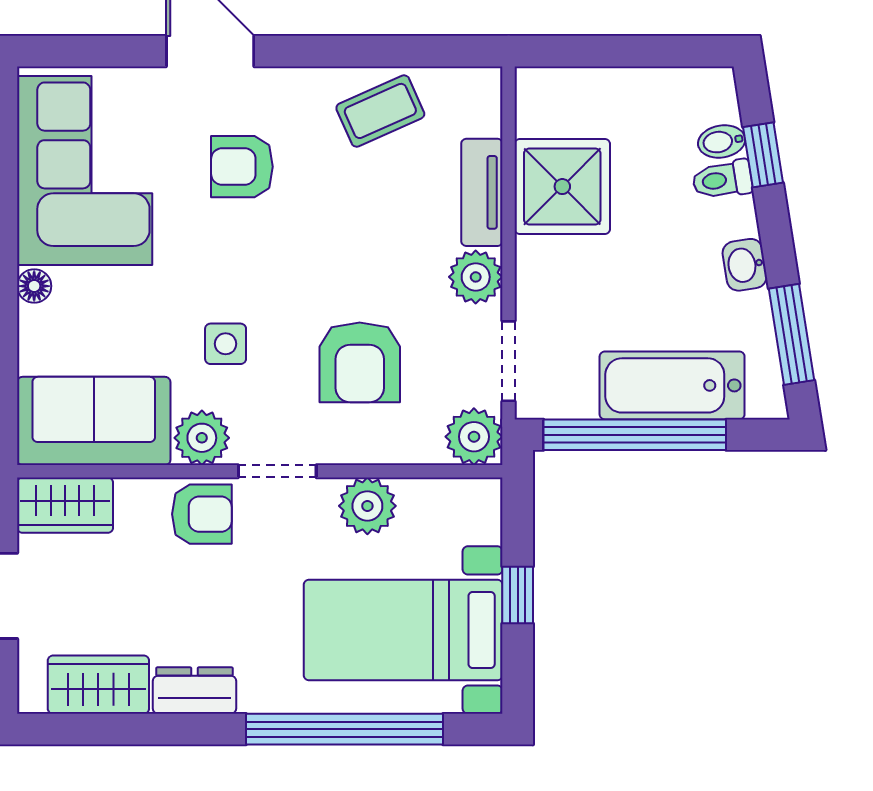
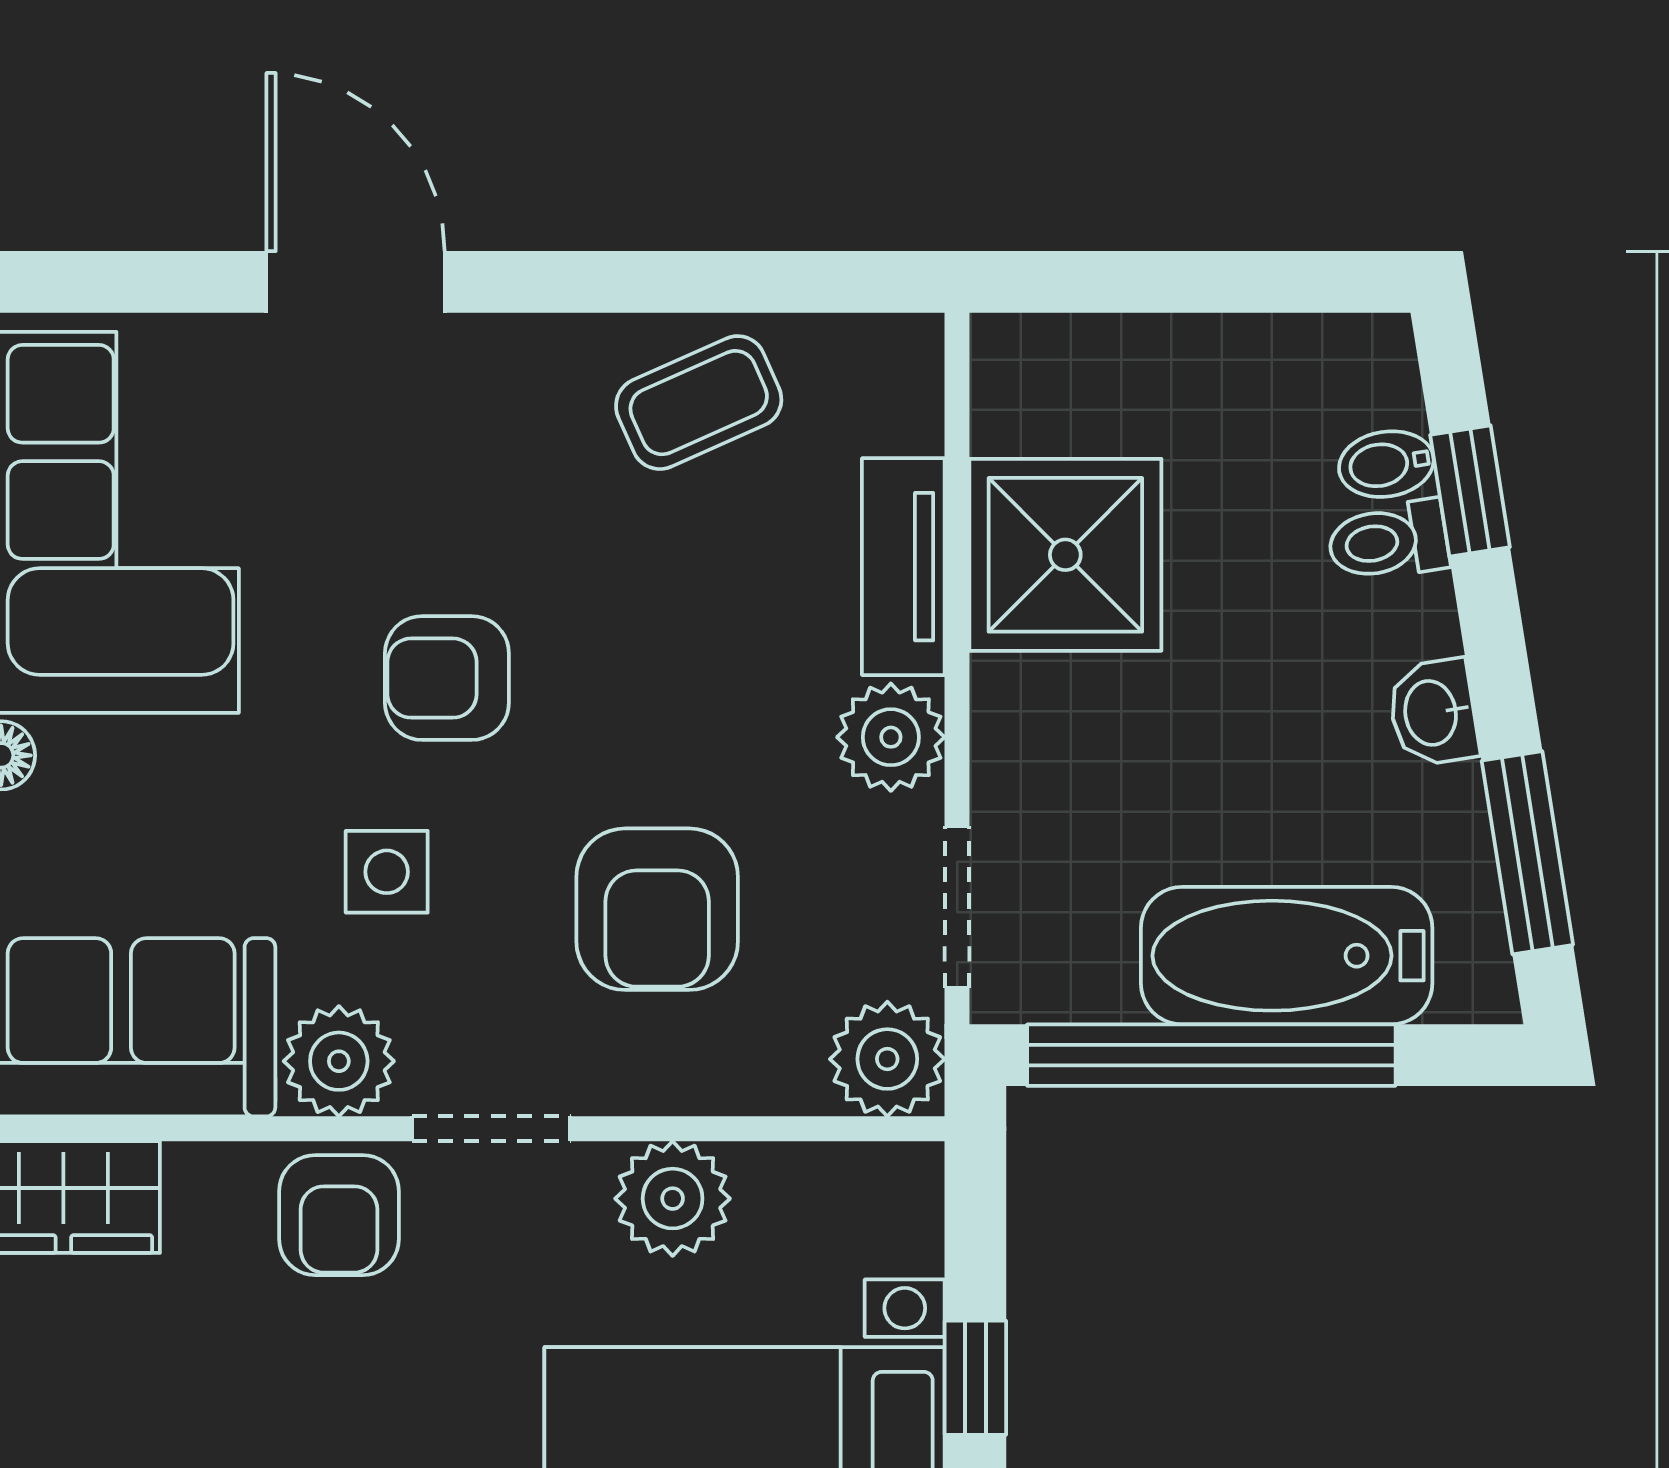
armchair: (242, 167) -> (447, 678), moved
armchair: (202, 514) -> (339, 1215), turned 90

